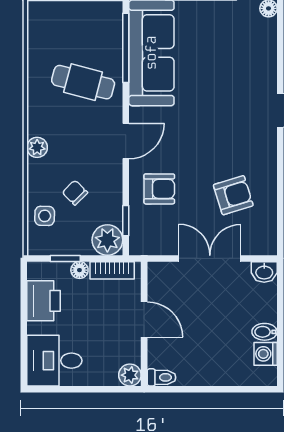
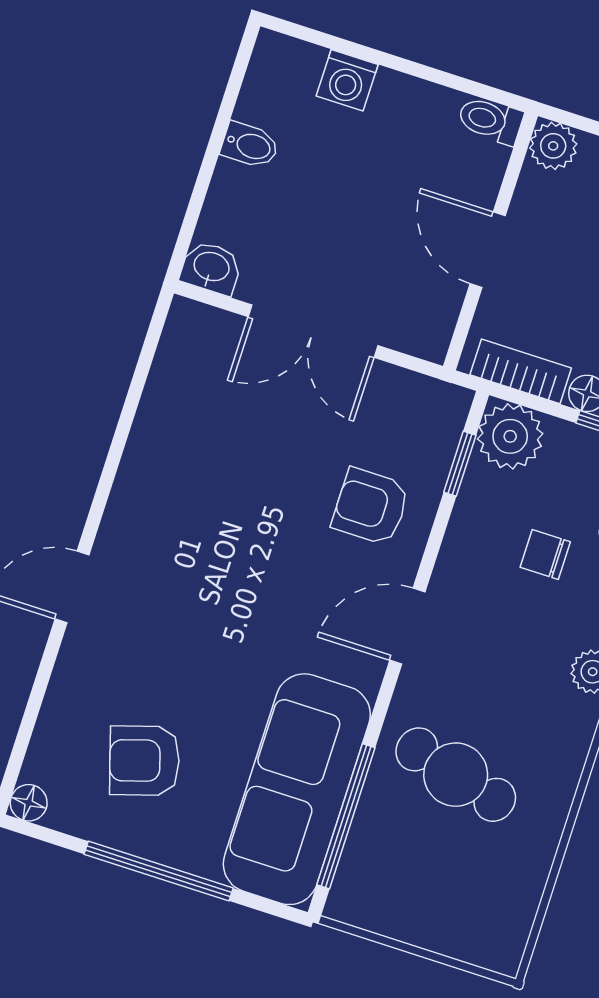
chair: (75, 193) -> (545, 554), turned 135
armchair: (233, 195) -> (145, 761), moved
washing machine: (266, 354) -> (347, 80), moved, turned 90

